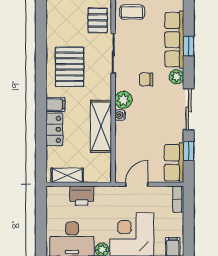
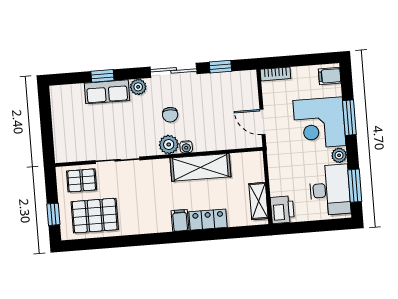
coffee table: (132, 12) -> (69, 143), removed
row of seats: (174, 40) -> (107, 92), width x0.68
pallet: (70, 67) -> (95, 216), moved
chair: (146, 79) -> (170, 115), moved
row of seats: (174, 163) -> (235, 82), removed
printer: (82, 196) -> (282, 210), moved

